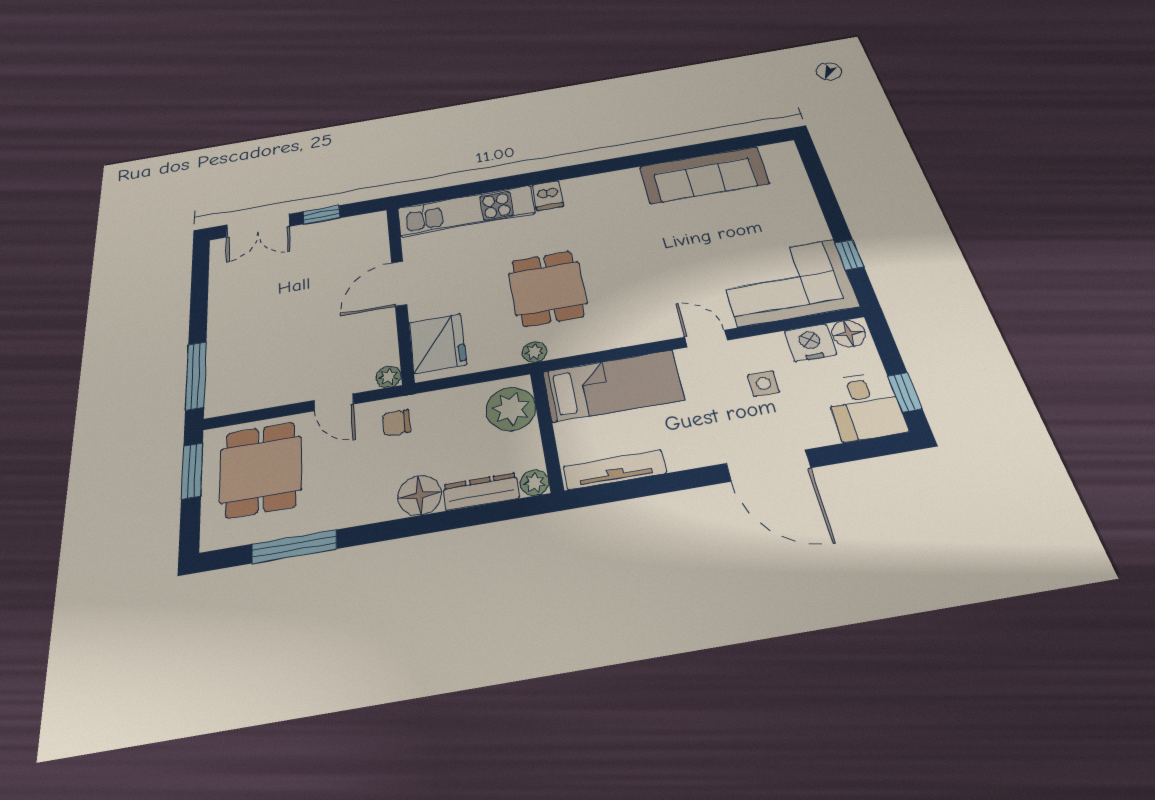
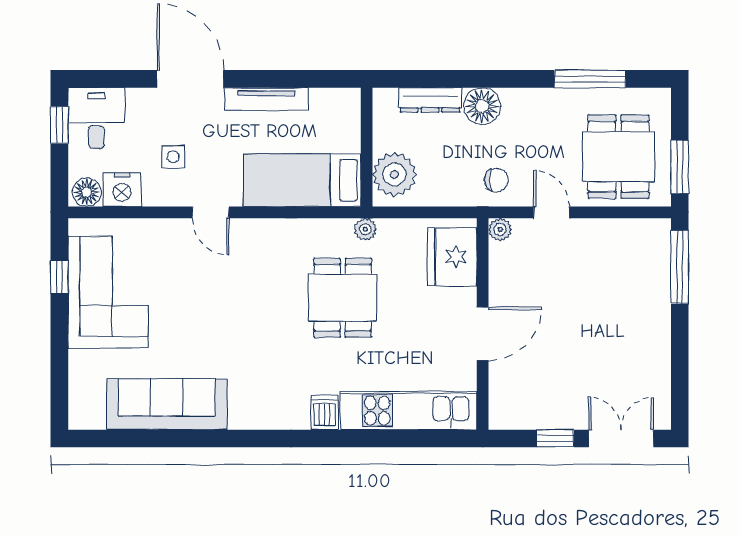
corner sofa: (787, 282) -> (108, 292), moved, turned -90
tv unit: (615, 470) -> (267, 99), moved
plant: (535, 483) -> (384, 100), removed

